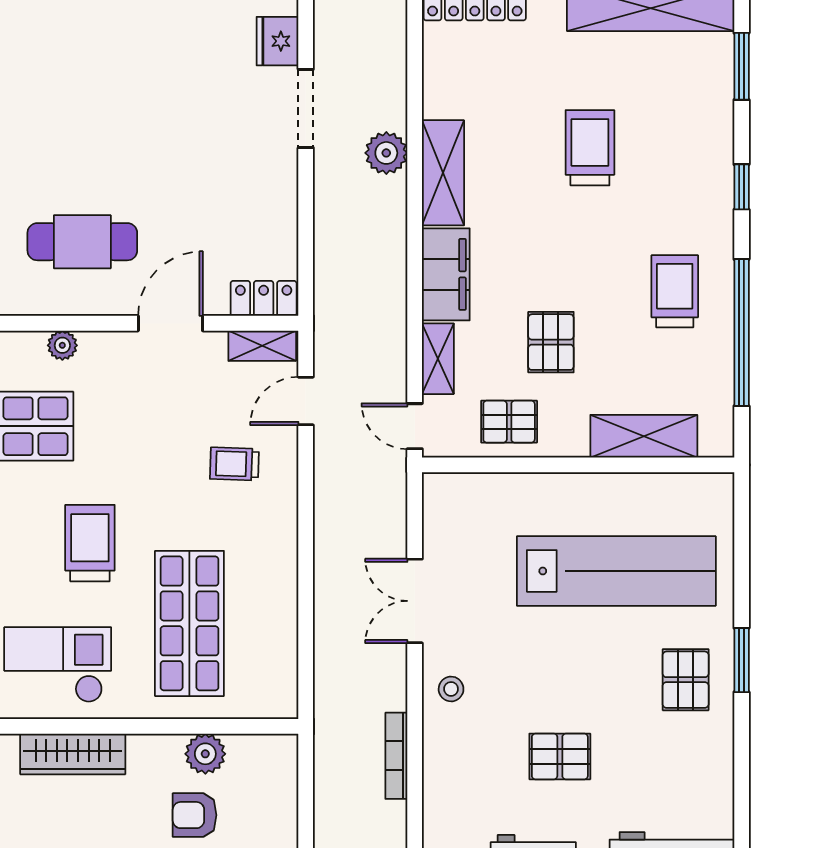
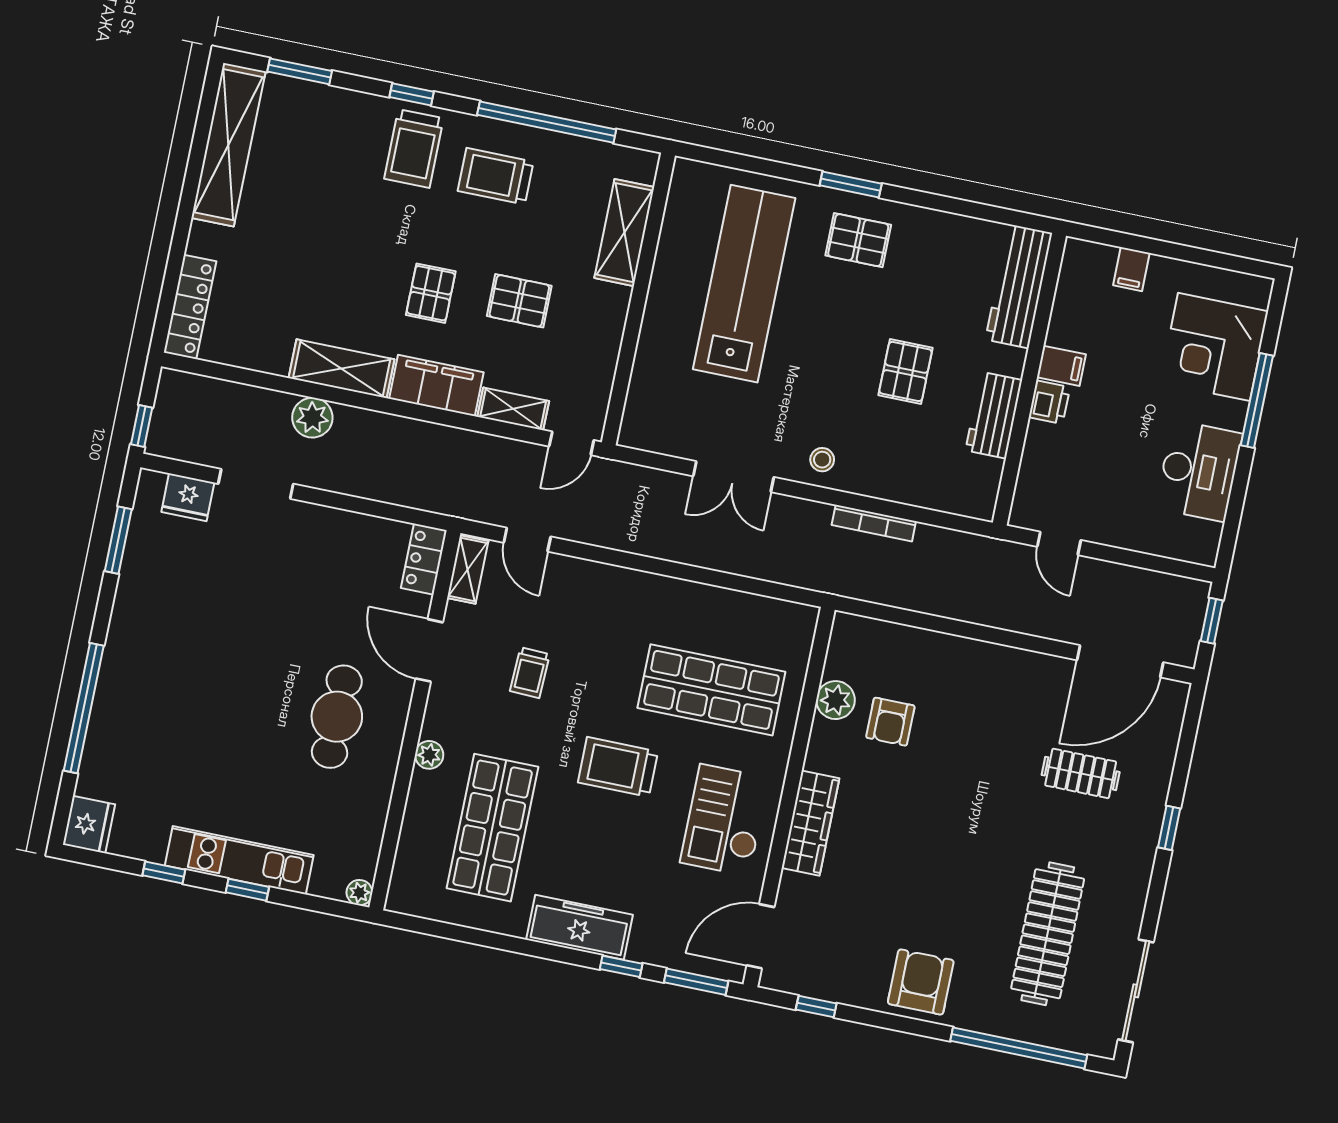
trolley: (590, 148) -> (414, 148), moved, turned -90
pallet: (509, 422) -> (431, 293), moved
trolley: (234, 464) -> (530, 673), moved

